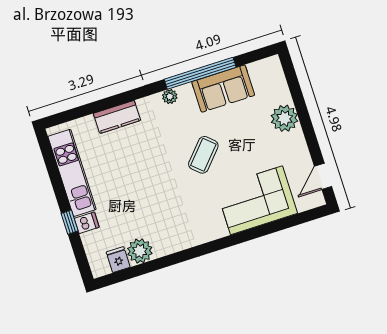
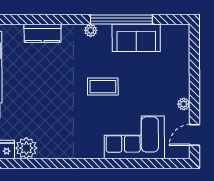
plant: (284, 118) -> (184, 104), moved, width x0.53, depth x0.53
coffee table: (203, 155) -> (103, 87), turned 48

